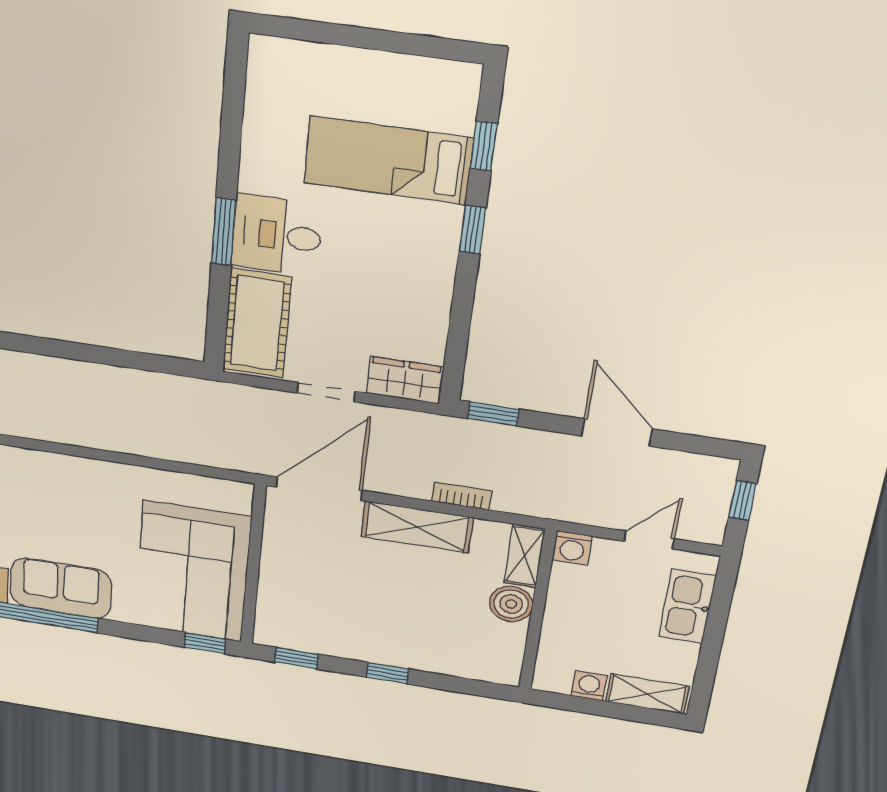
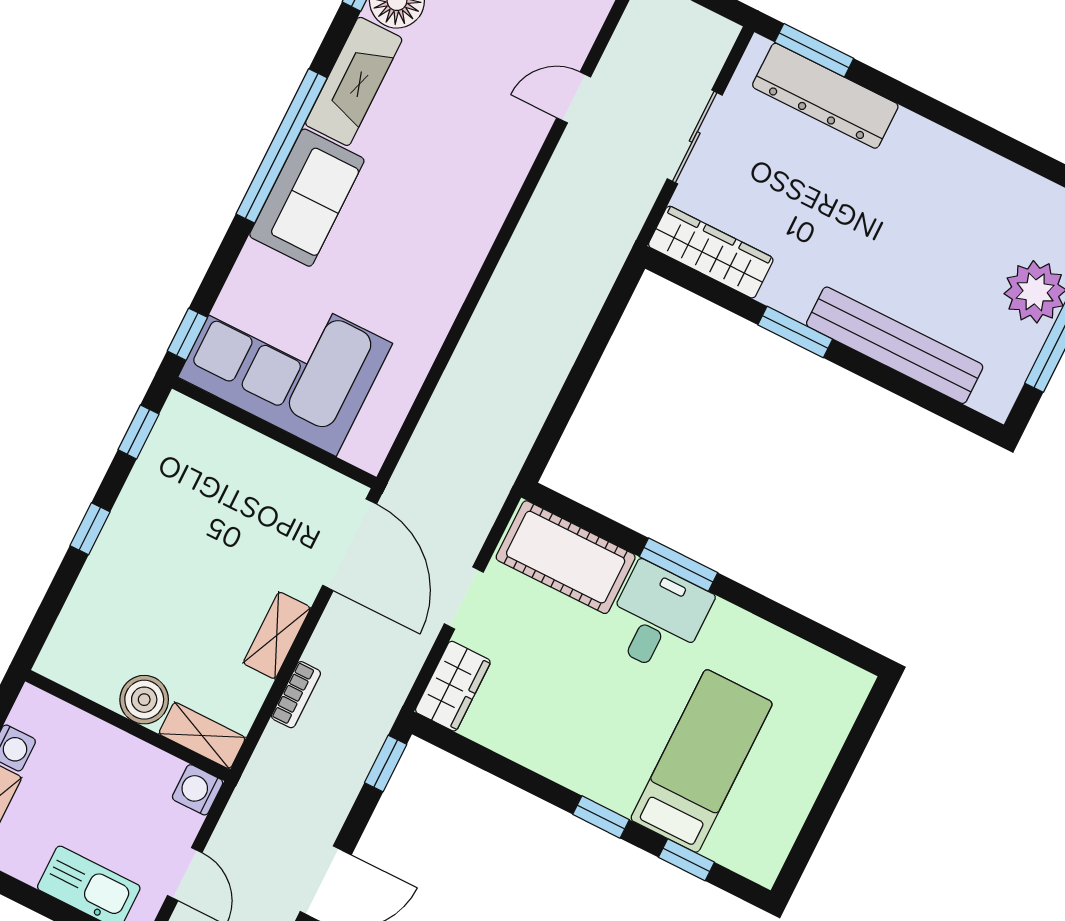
shelving: (417, 527) -> (277, 635), width x0.67, depth x0.75

